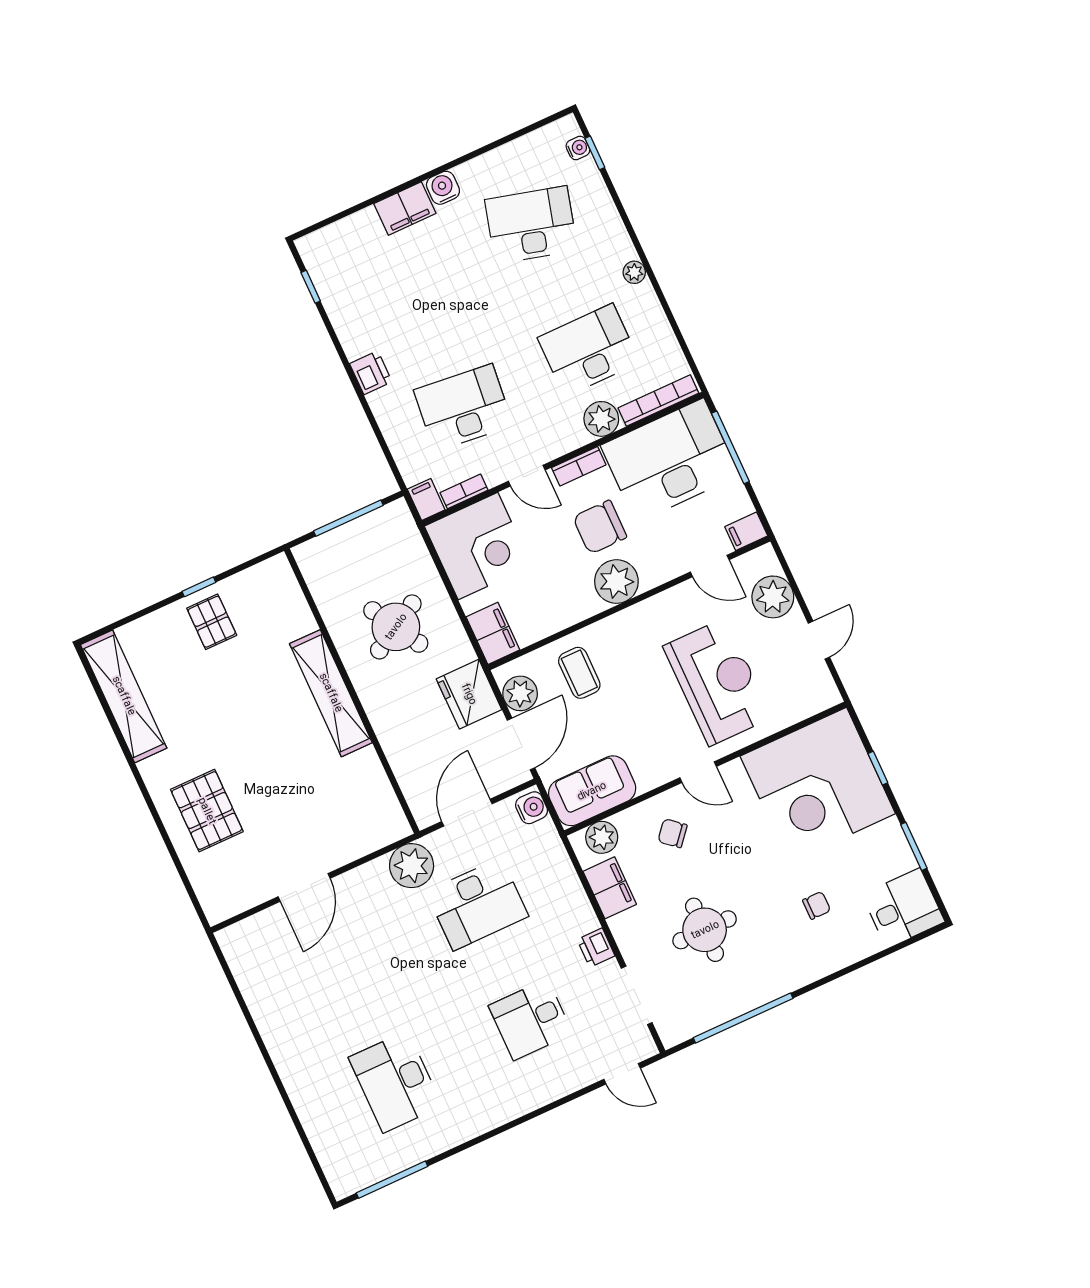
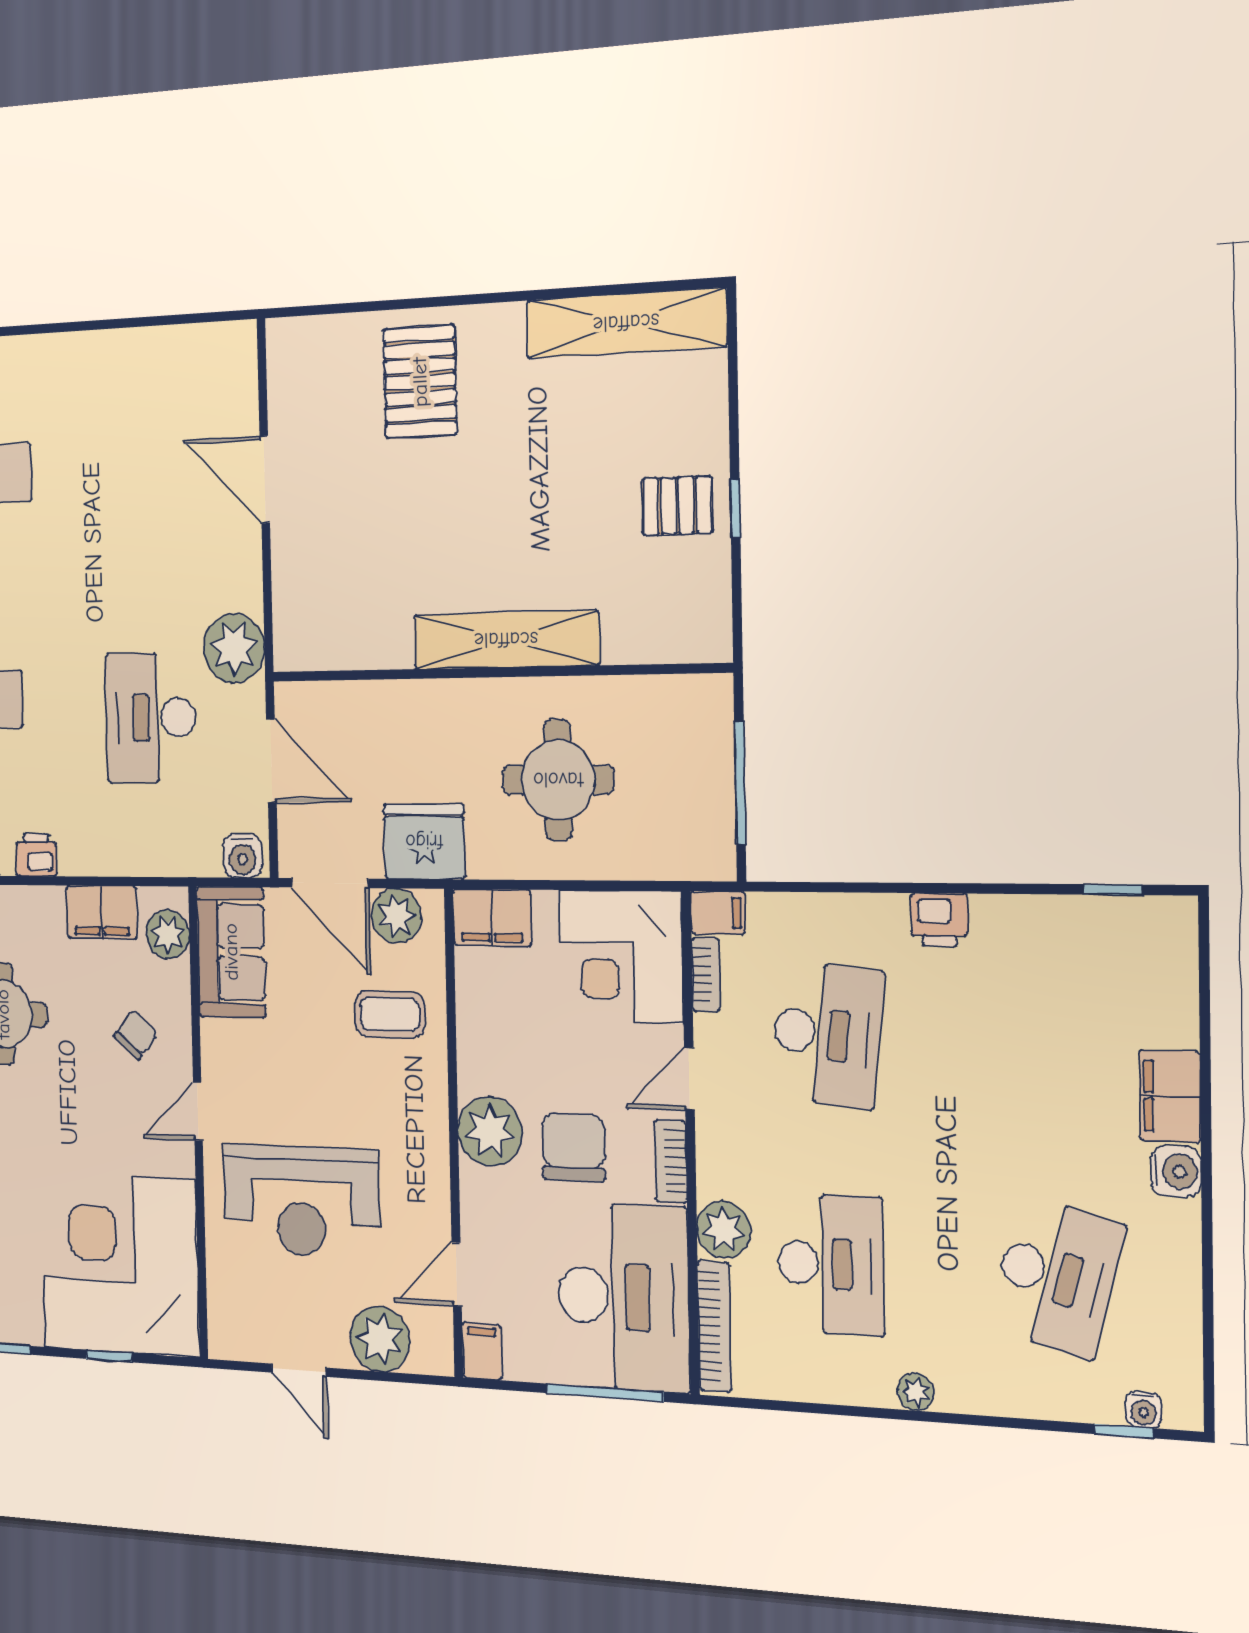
round table: (396, 627) -> (558, 780), turned 30
pallet: (207, 811) -> (420, 382), turned 90

